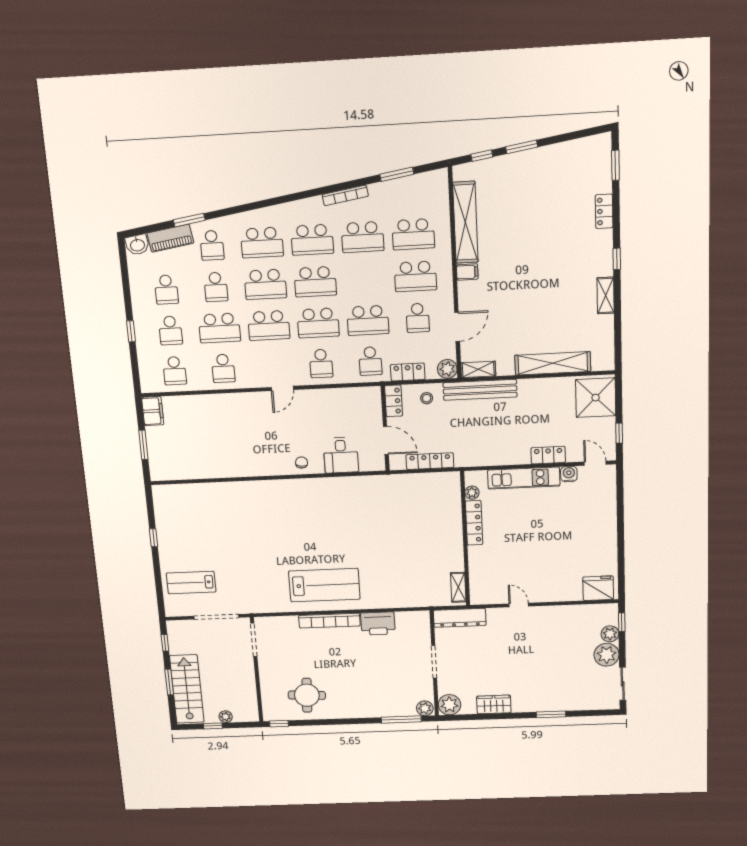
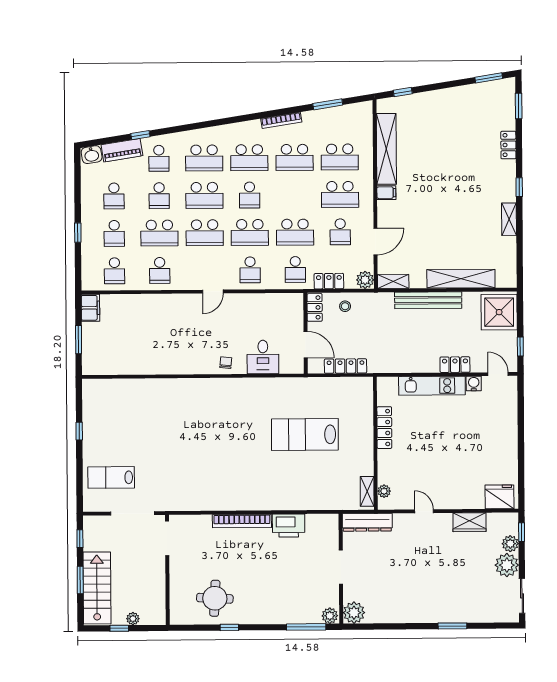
window: (522, 147) -> (489, 78), moved
window: (189, 220) -> (140, 135), width x0.67
school desk: (315, 282) -> (250, 195), width x0.54
bench: (480, 390) -> (428, 300), moved
plant: (472, 493) -> (384, 491), moved
lab bench: (324, 585) -> (305, 434), moved, turned 180
wardrobe: (494, 704) -> (470, 522), moved, turned 180
window: (279, 724) -> (229, 627), moved

